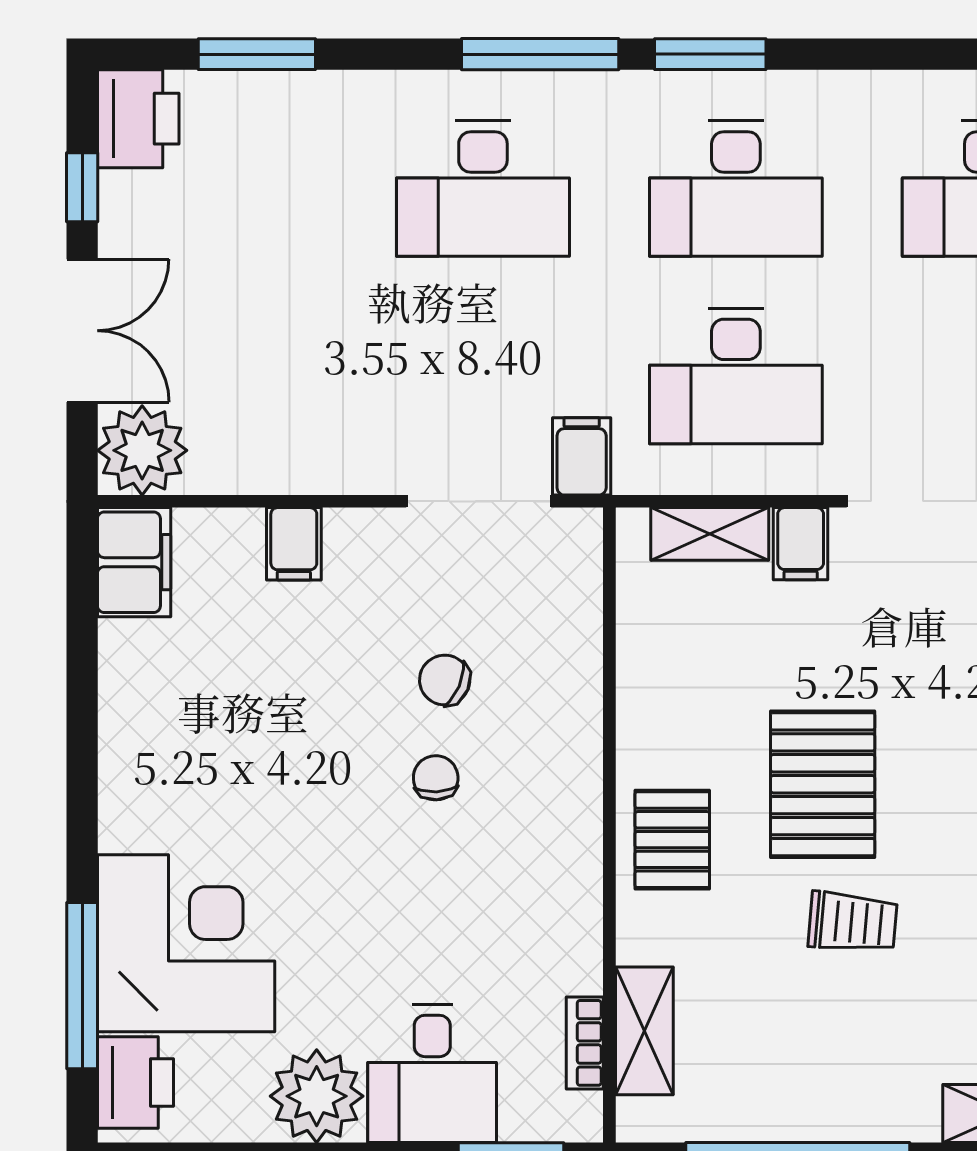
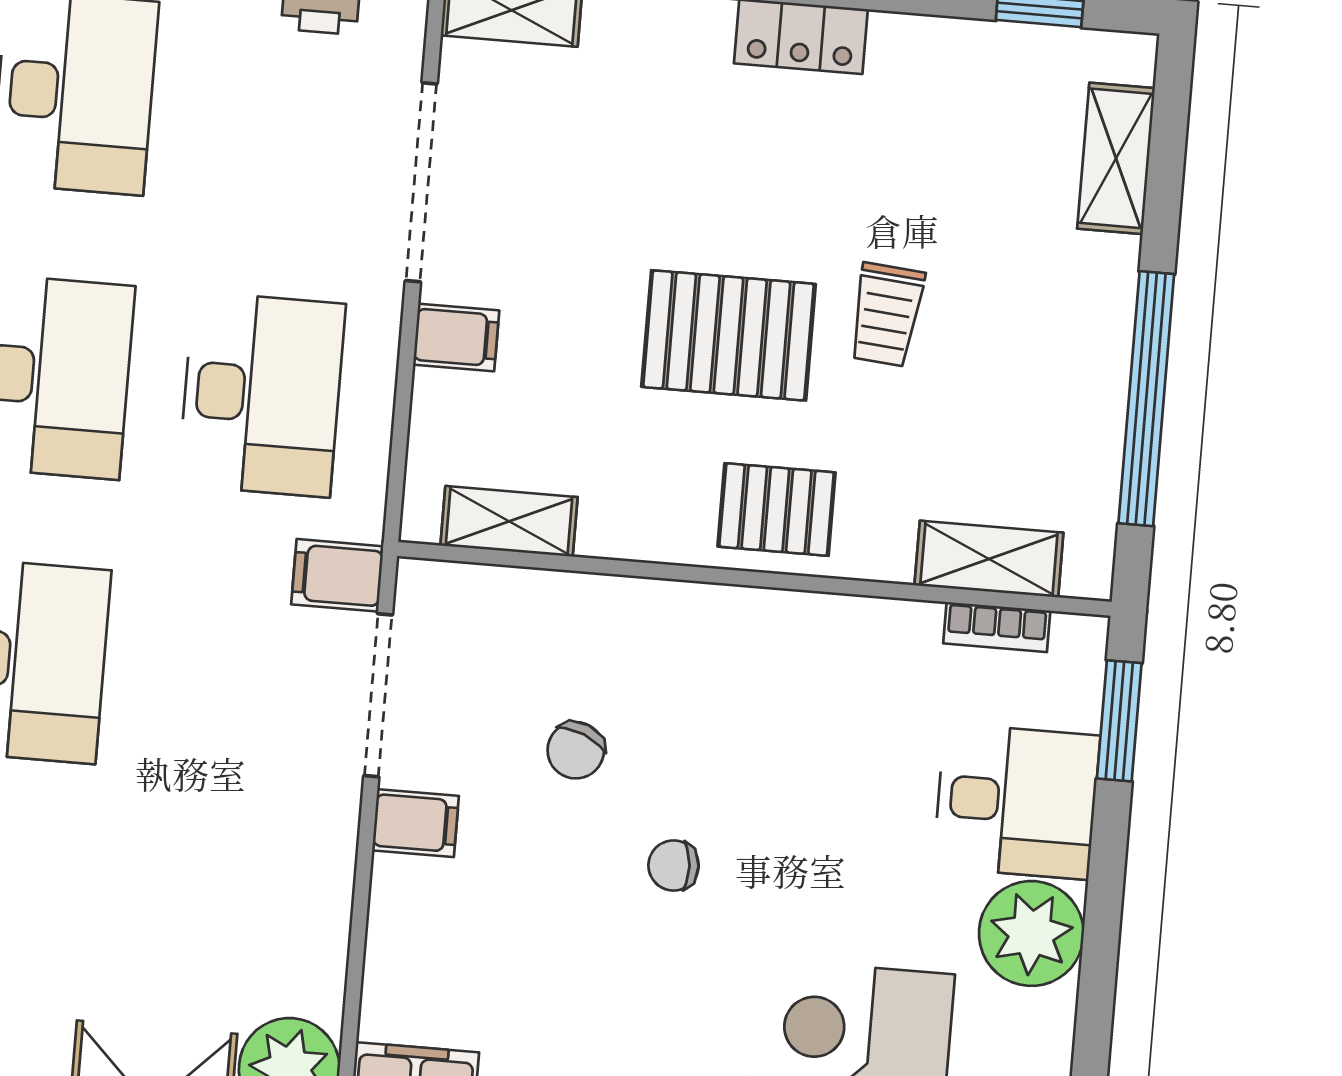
shelving: (710, 534) -> (509, 521), moved, turned 90
filing cabinet: (294, 544) -> (416, 823), moved
chair: (436, 778) -> (674, 865), moved
trolley: (853, 922) -> (886, 315), turned 180

